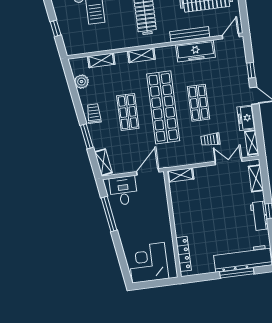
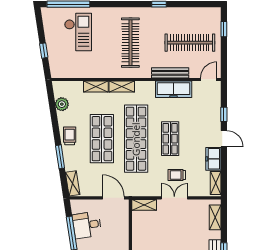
shelving: (101, 60) -> (96, 86), moved
shop shelf: (128, 112) -> (102, 139), width x1.43, depth x1.36
double door: (229, 161) -> (174, 198), moved
door: (148, 172) -> (113, 198), hinge flipped
desk: (123, 191) -> (87, 225), moved, turned -99

